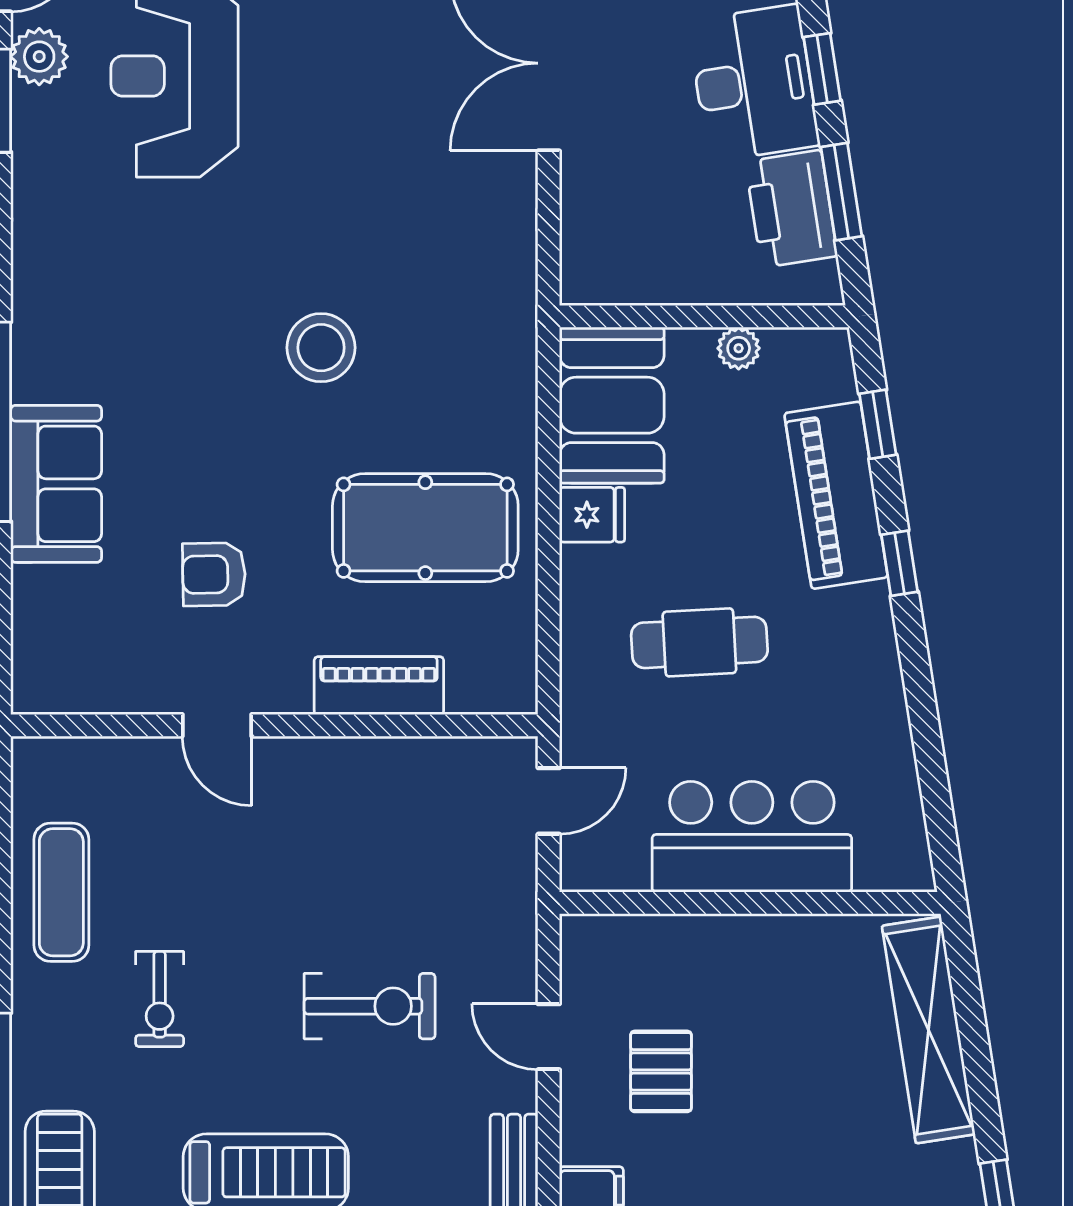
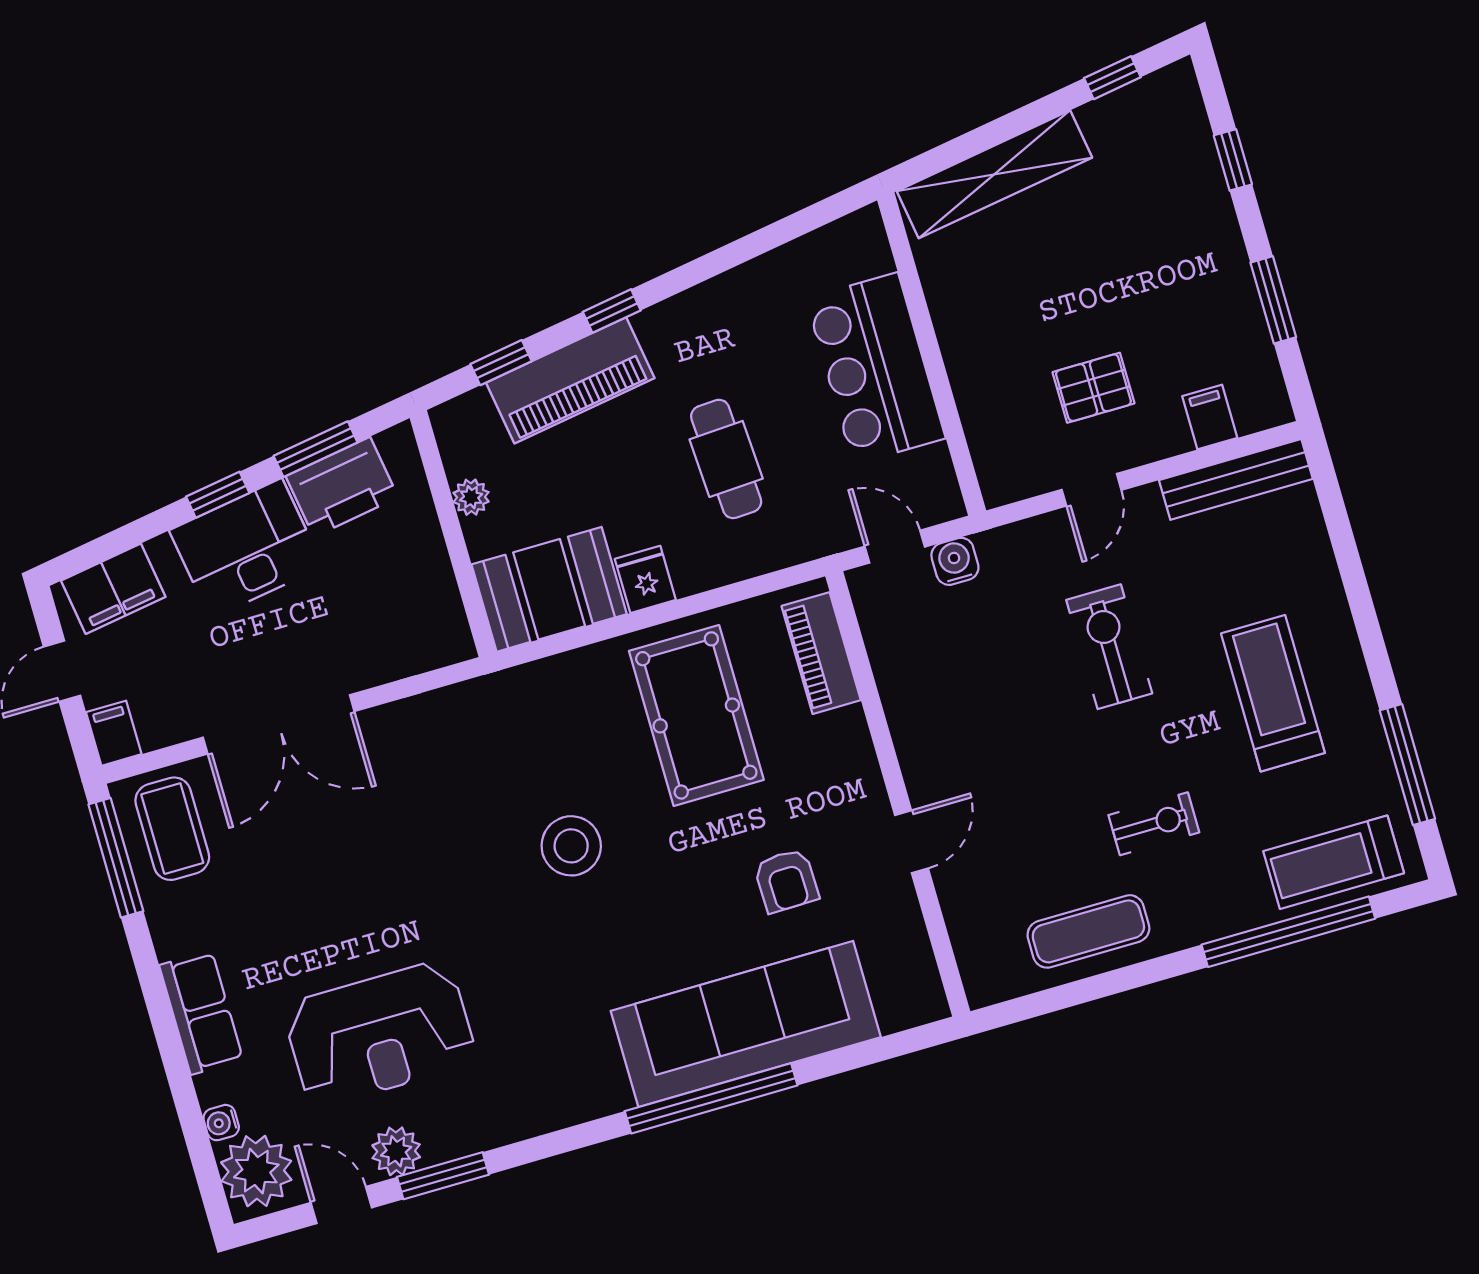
sofa: (56, 484) -> (746, 1024), width x1.85, depth x1.27
piano: (379, 686) -> (821, 653), moved
water cooler: (513, 863) -> (955, 561), added

